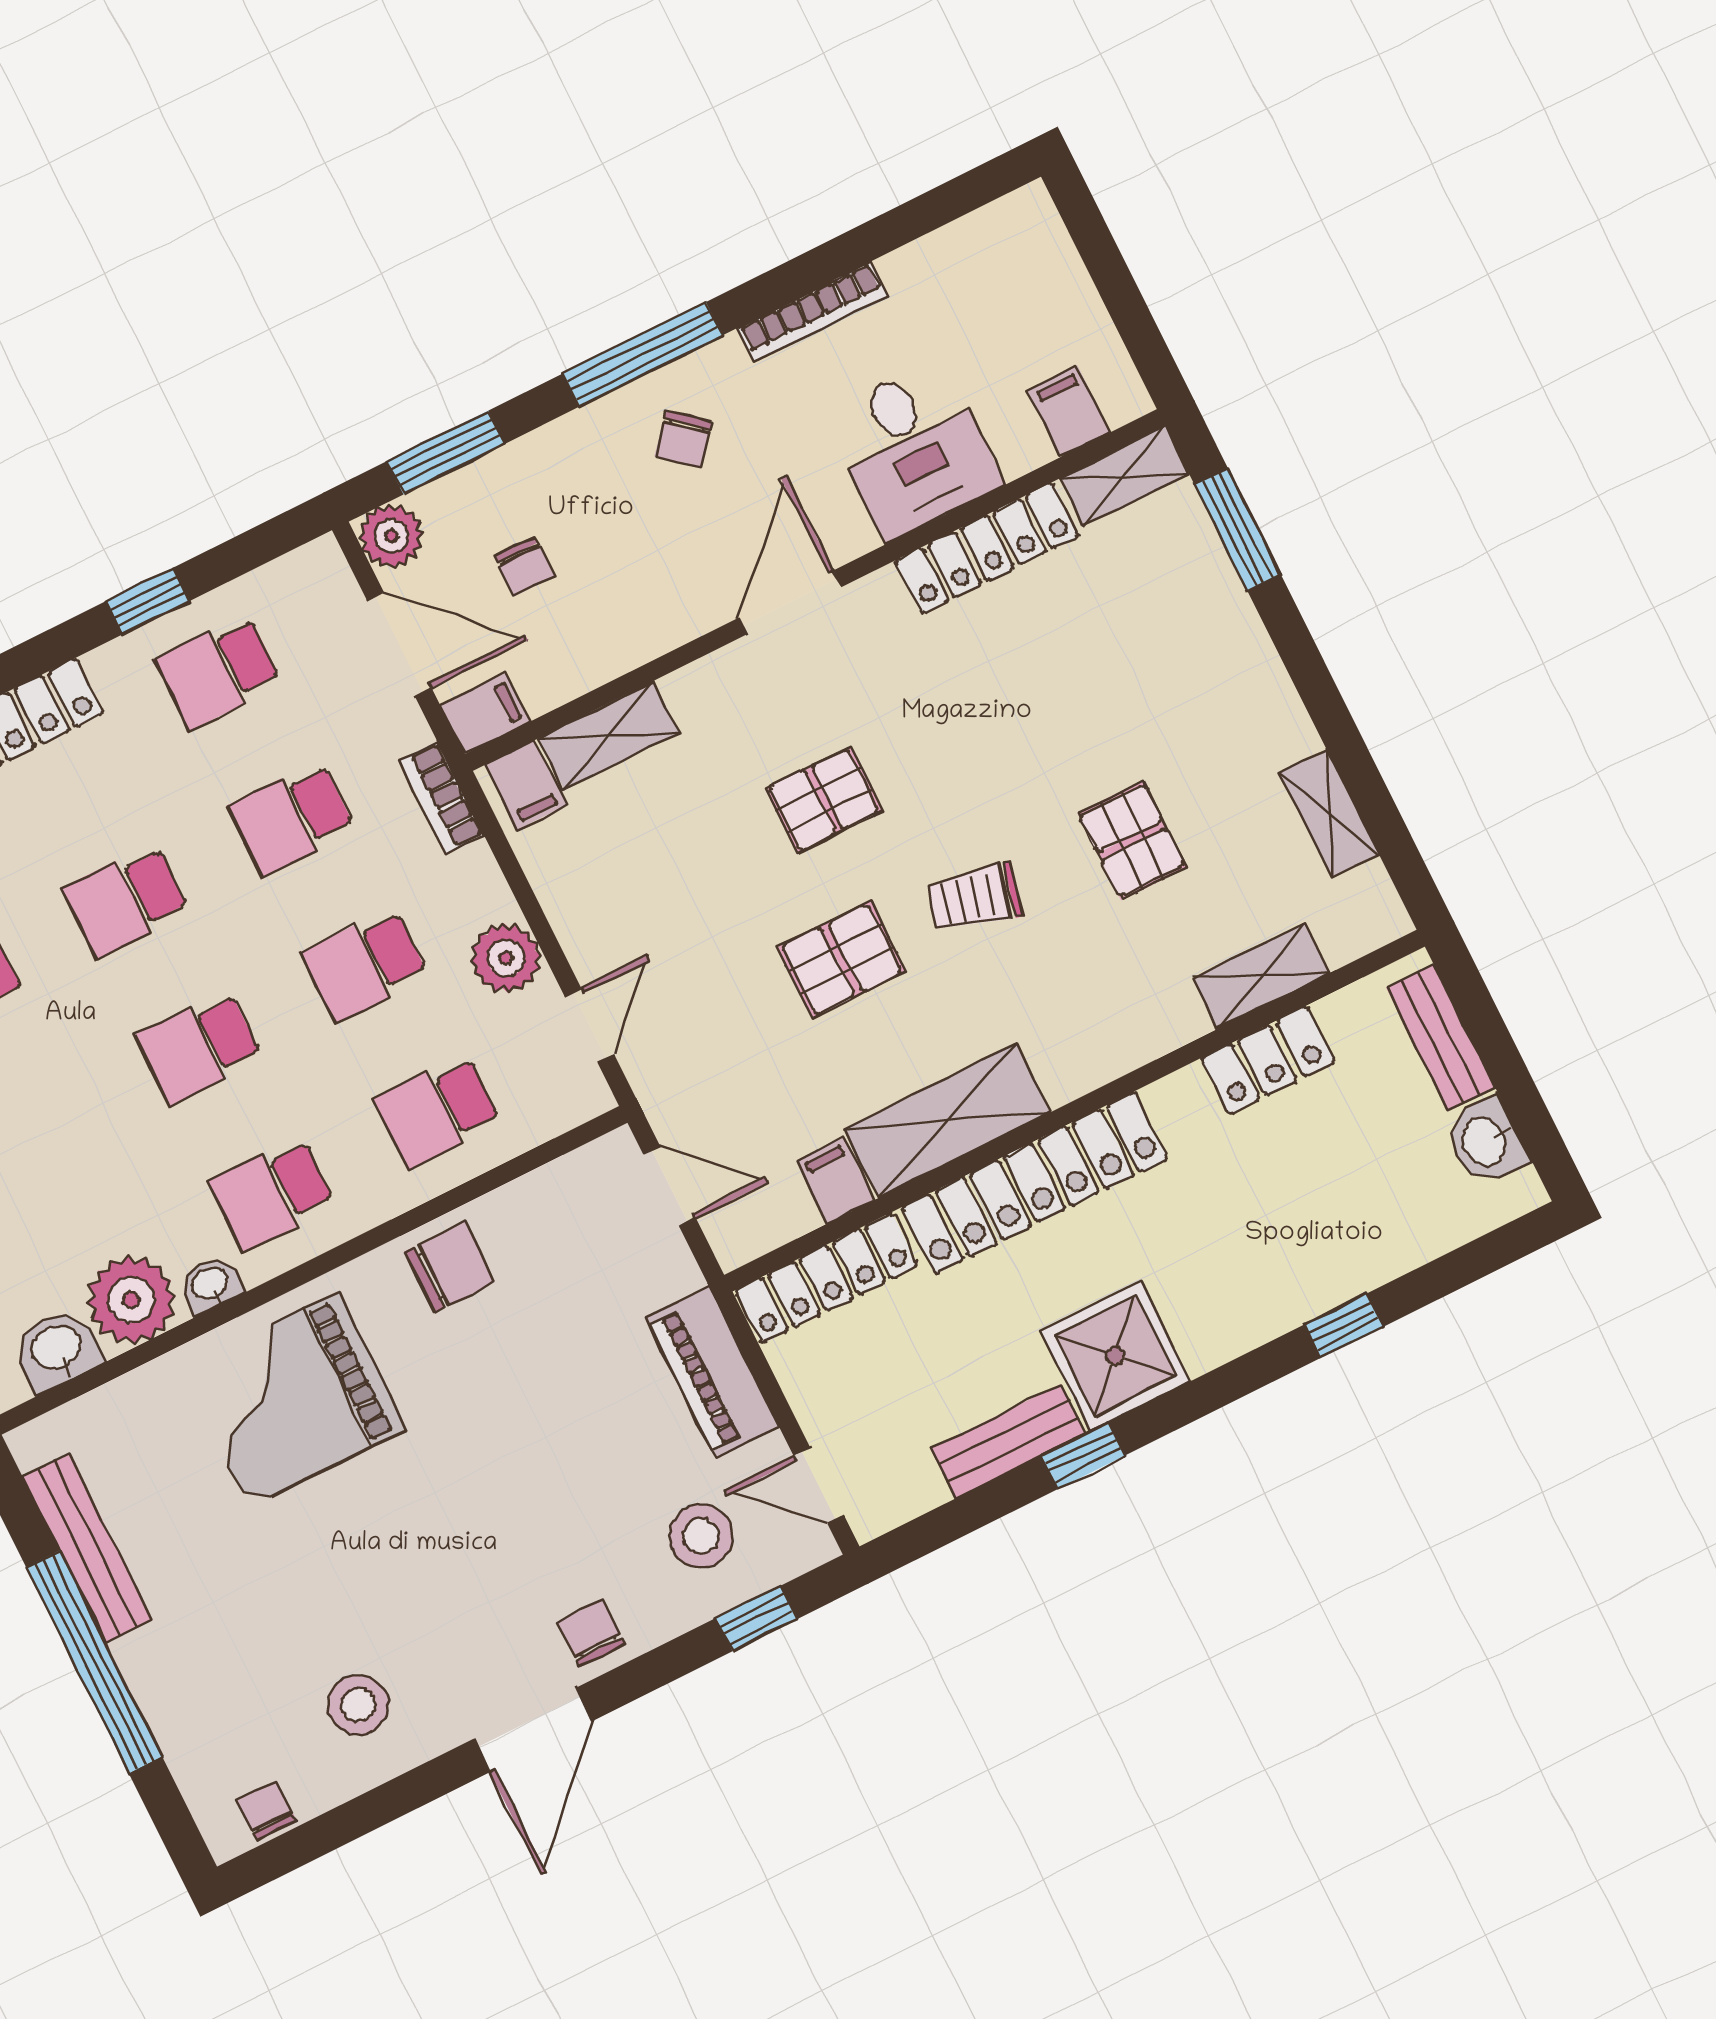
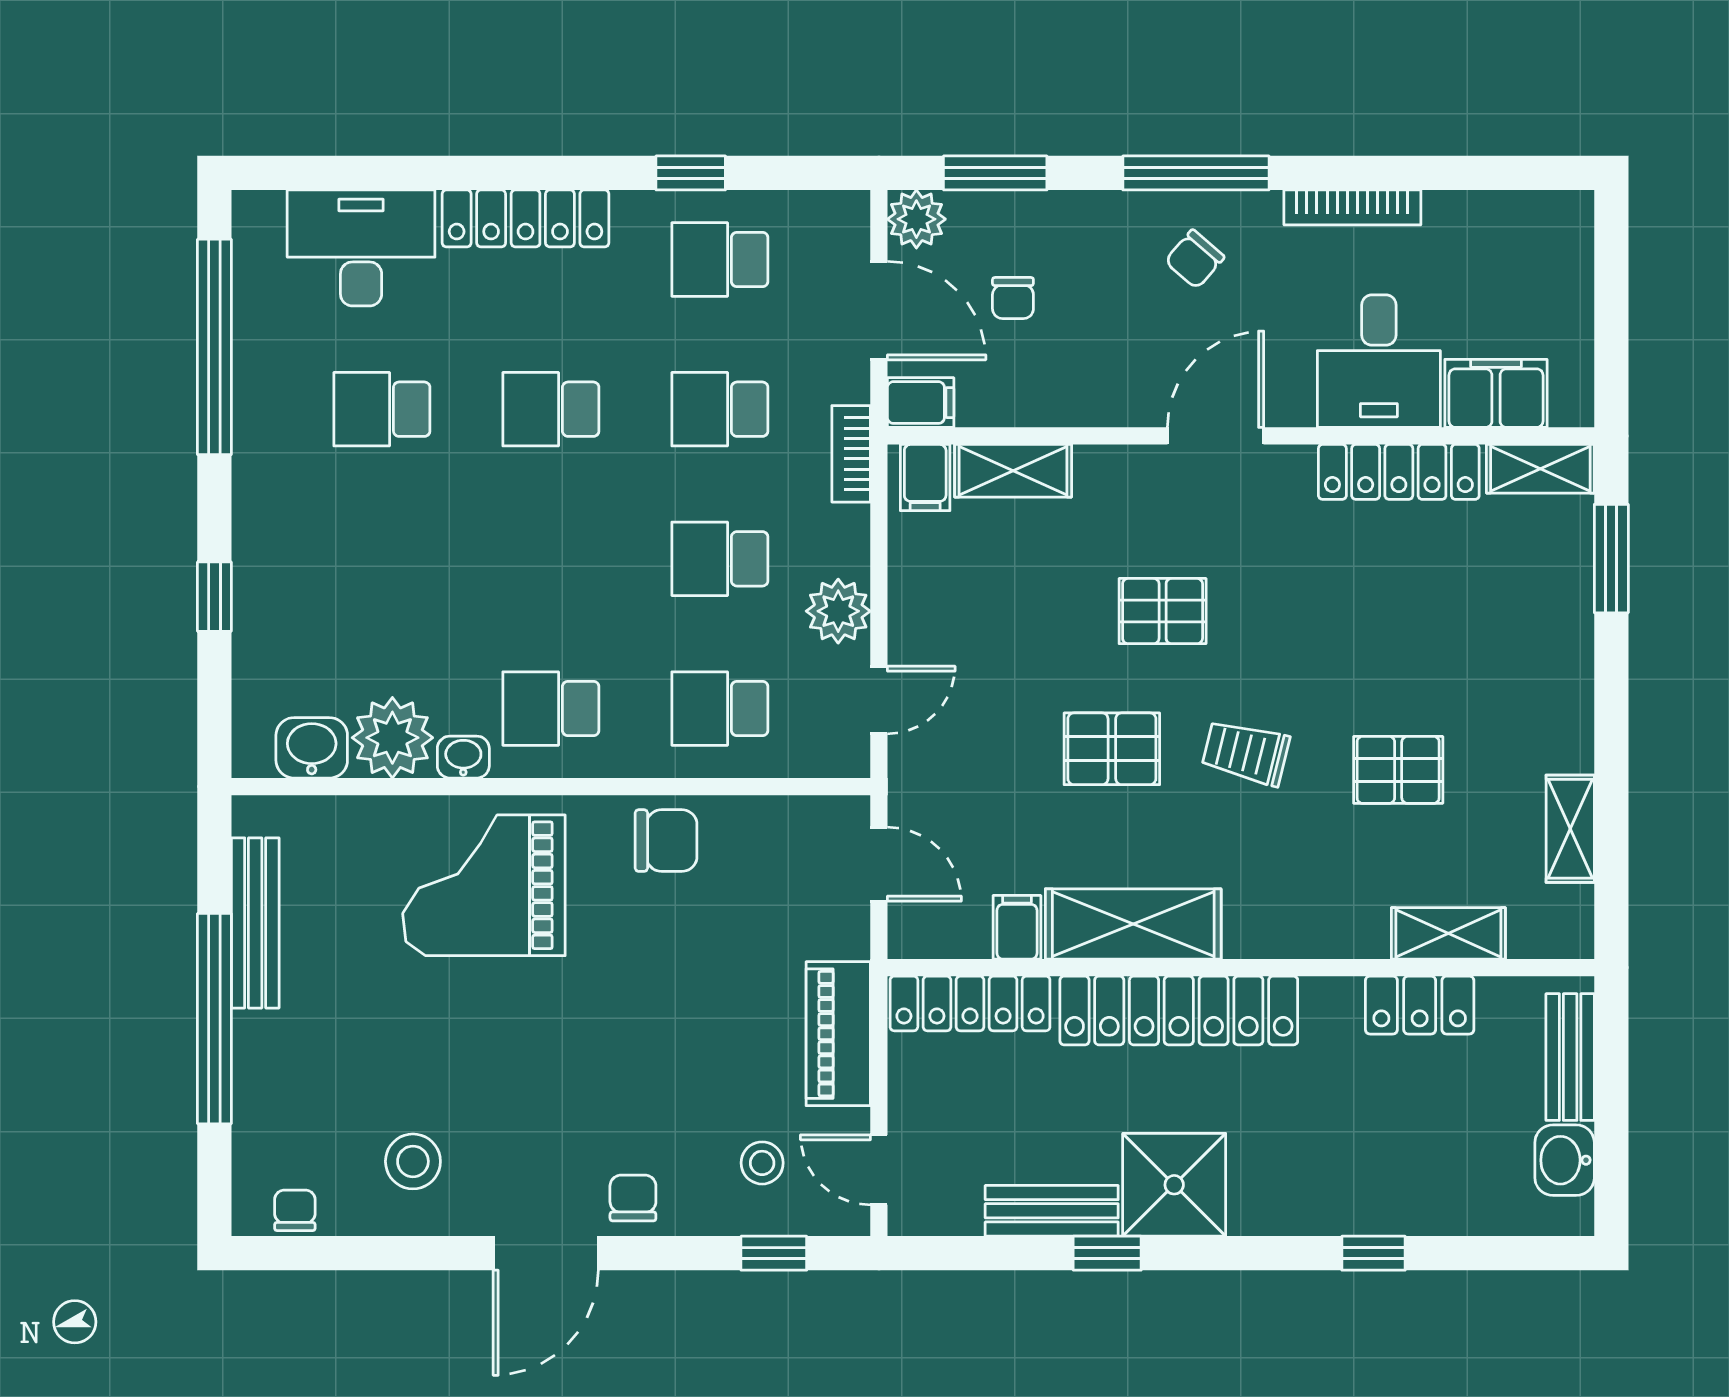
filing cabinet: (1069, 411) -> (1496, 393), width x2.00
pallet: (1132, 840) -> (1398, 770), turned 90
school desk: (199, 1047) -> (551, 559), removed
stool: (701, 1536) -> (762, 1163), width x0.73, depth x0.73

